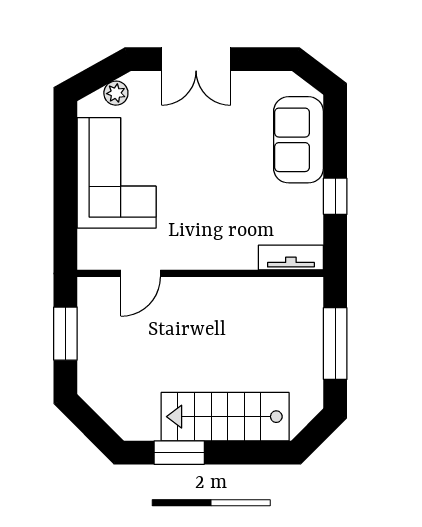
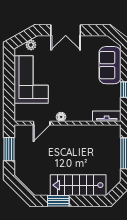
floor lamp: (186, 259) -> (61, 117), added

